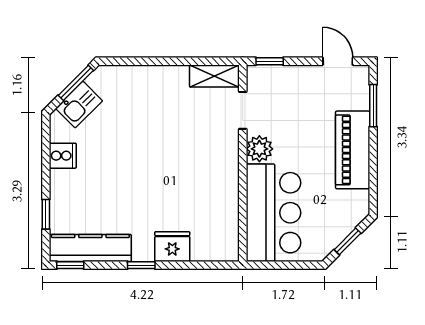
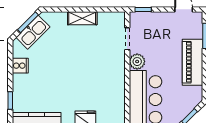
shelving: (214, 76) -> (82, 18), moved
kitchen sink: (79, 105) -> (33, 32), width x1.38

